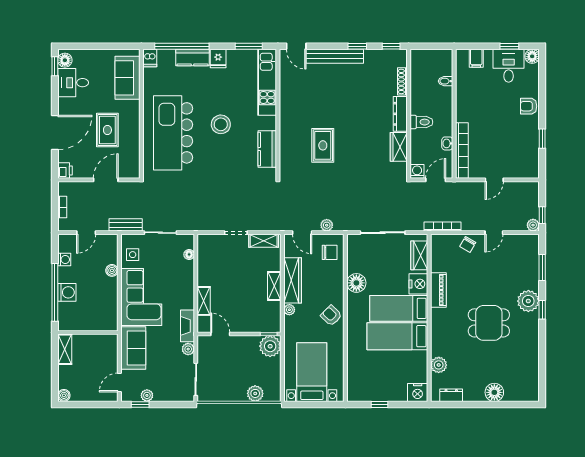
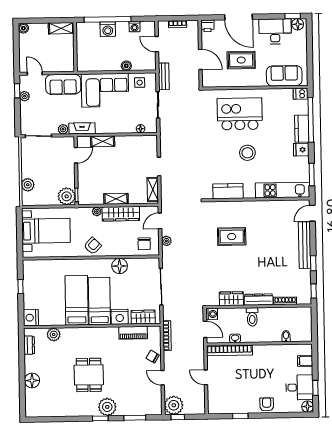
desk: (73, 83) -> (275, 31), width x1.37
kitchen island: (173, 133) -> (240, 114), width x0.73
plant: (533, 225) -> (174, 405), width x1.88, depth x1.88
piano: (438, 290) -> (133, 333), moved

